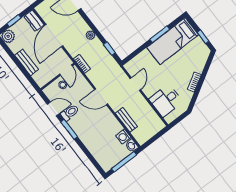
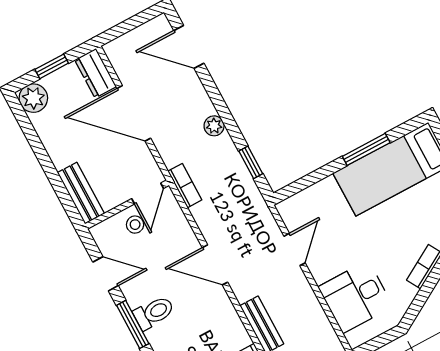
door: (54, 36) -> (134, 113), hinge flipped
bench: (27, 62) -> (81, 193), moved
toilet: (70, 113) -> (154, 313), moved

